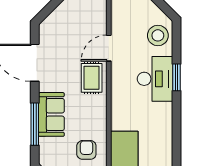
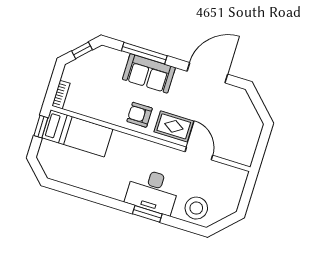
armchair: (86, 150) -> (140, 115), moved, turned 180

